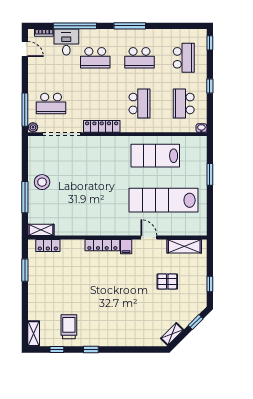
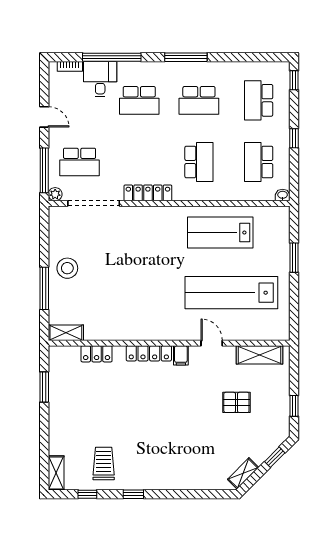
door: (25, 49) -> (44, 117), moved
school desk: (184, 58) -> (259, 100), turned 180
locker: (48, 245) -> (97, 354), moved

